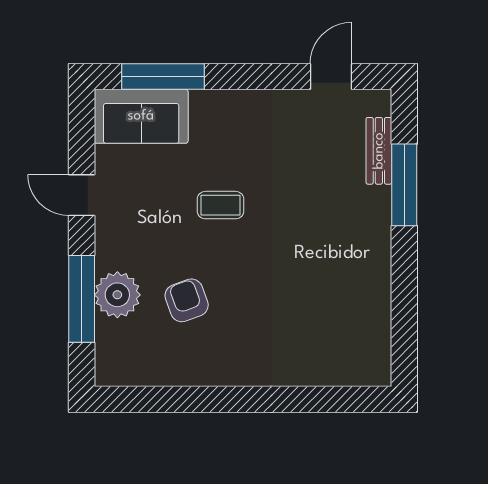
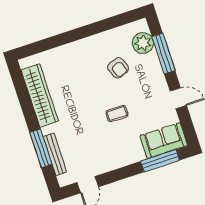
bench: (379, 151) -> (55, 154), width x1.36
plant: (117, 295) -> (143, 43), moved
wardrobe: (370, 297) -> (40, 96), added

